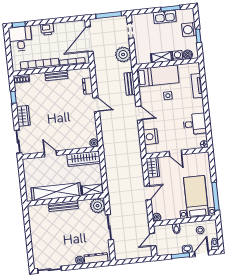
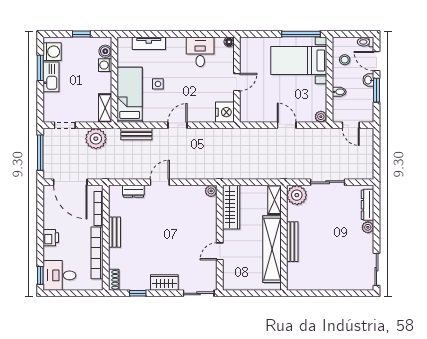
washing machine: (189, 30) -> (52, 52), moved, turned -90
shelving: (162, 57) -> (105, 108), moved
nightstand: (151, 137) -> (225, 112), moved, turned -90
wardrobe: (153, 167) -> (253, 115), removed

